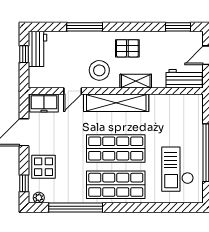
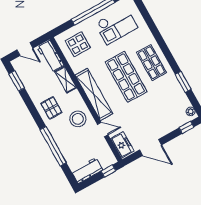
window: (85, 27) -> (53, 146), width x1.46
window: (24, 54) -> (108, 171), moved
shelving: (136, 81) -> (66, 80), moved
display table: (43, 167) -> (78, 44), moved
shop shelf: (116, 185) -> (152, 63), width x0.70, depth x0.74
window: (76, 207) -> (183, 82), width x0.47

